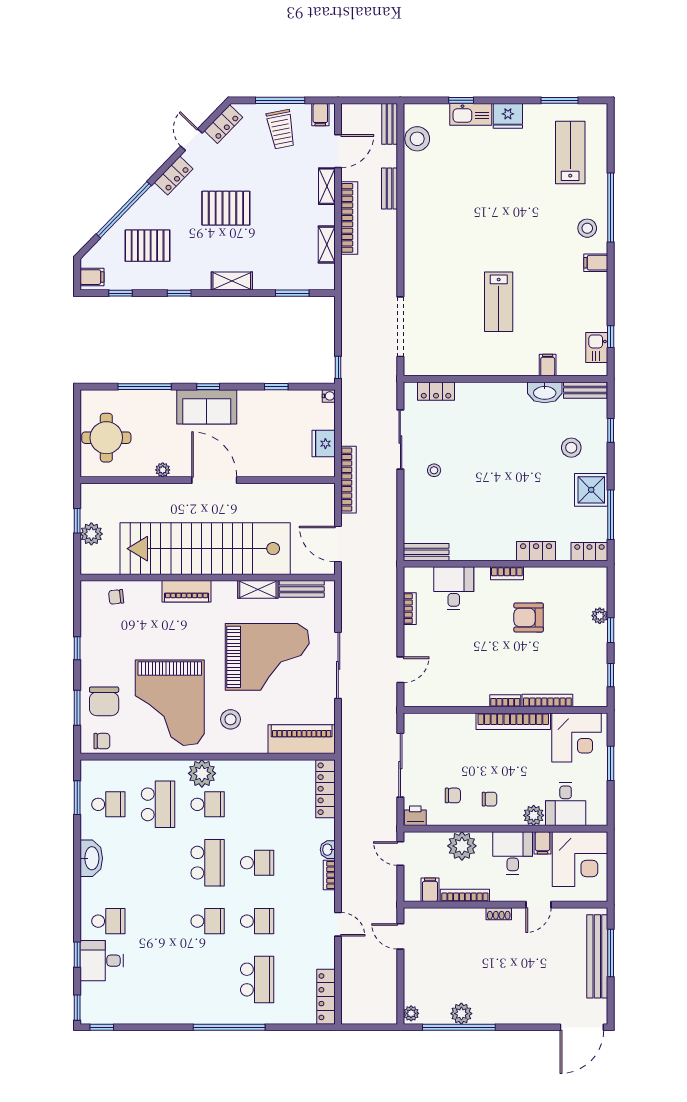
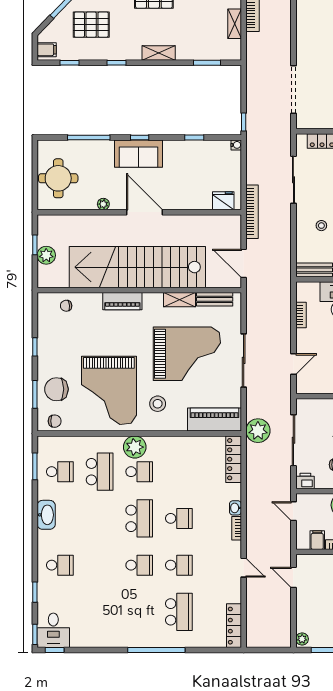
fridge: (324, 444) -> (223, 201), moved, turned 90
stool: (434, 470) -> (321, 226), moved
chair: (104, 701) -> (56, 389), turned 90
plant: (356, 753) -> (258, 431), added
desk: (102, 961) -> (53, 630), moved, turned -90

